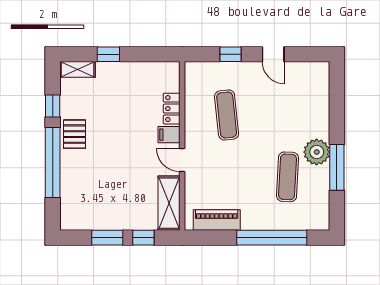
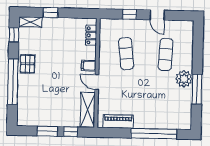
window: (53, 106) -> (14, 35), moved
locker: (172, 109) -> (91, 35), moved
exercise mat: (287, 177) -> (166, 55), moved

